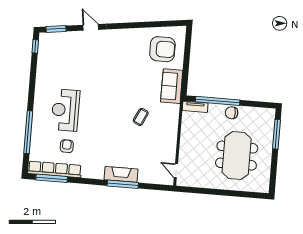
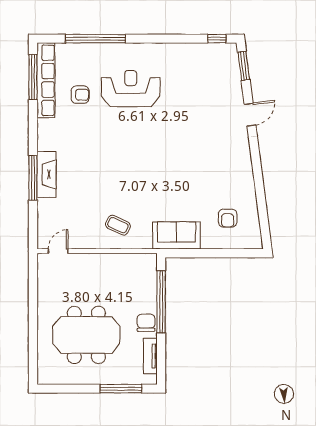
armchair: (162, 49) -> (228, 218), width x0.53, depth x0.53
tv unit: (195, 107) -> (150, 356), moved
coffee table: (141, 117) -> (118, 225), moved

